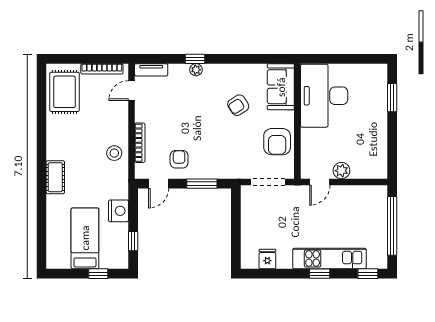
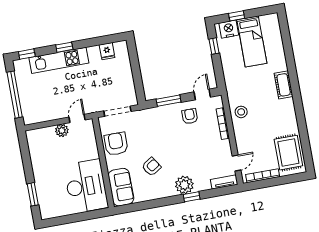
plant: (196, 70) -> (184, 185), width x1.88, depth x1.88
armchair: (179, 159) -> (190, 116), turned 180
nightstand: (119, 211) -> (229, 29), moved, turned 90

